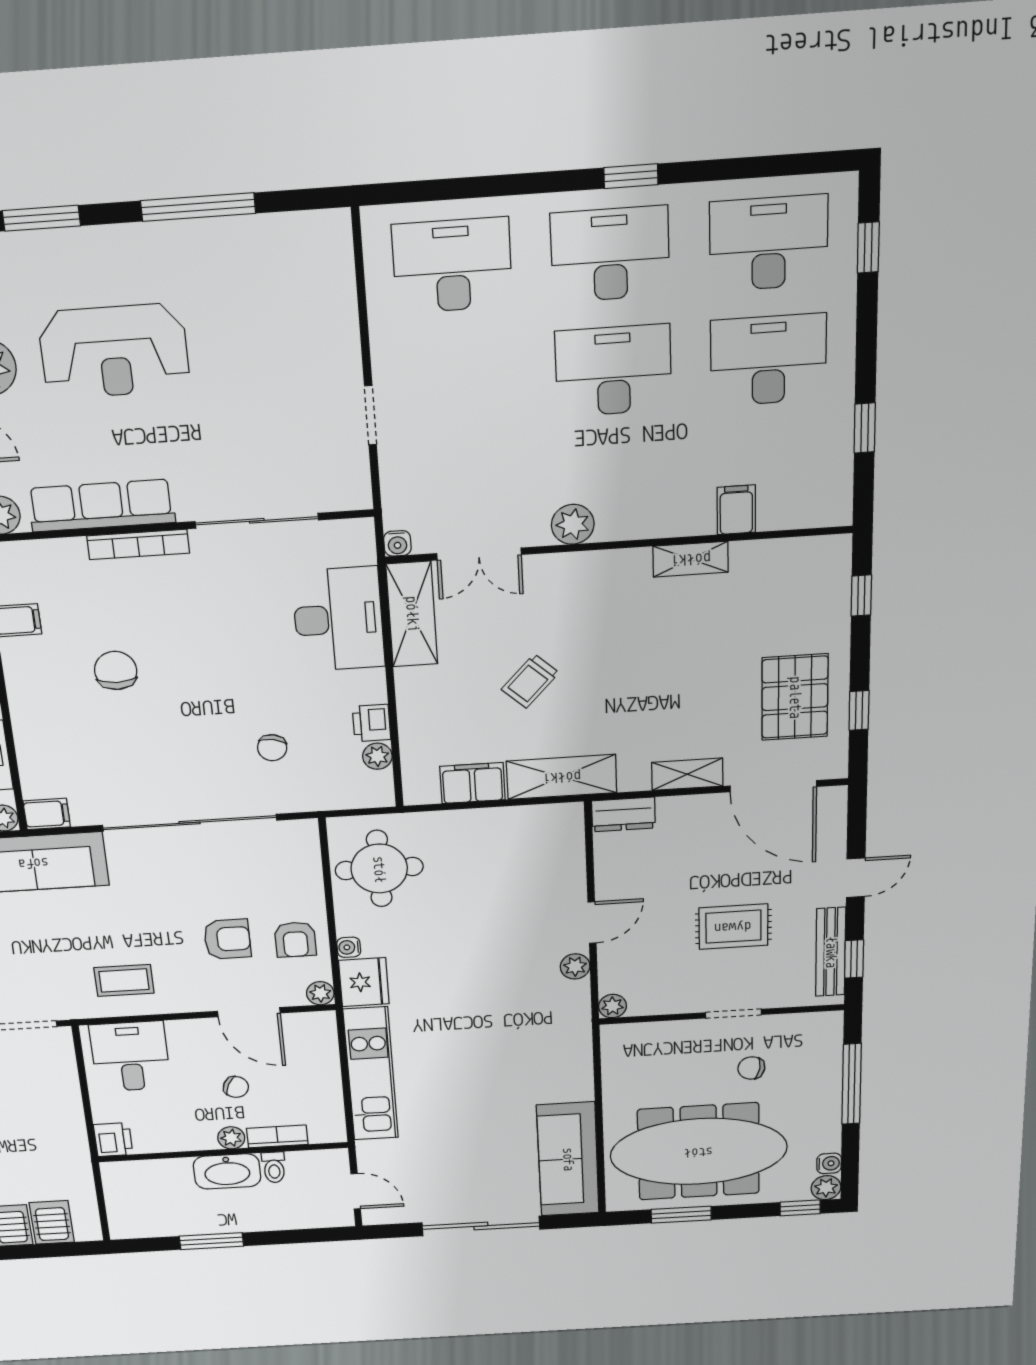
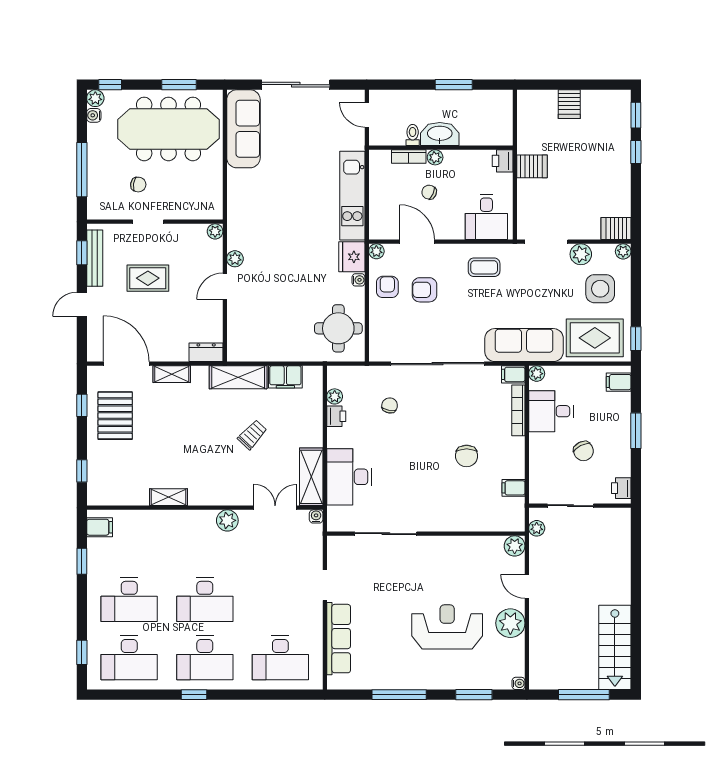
row of seats: (101, 506) -> (339, 639), moved, turned -90
filing cabinet: (736, 510) -> (100, 527), moved, turned -90
bookcase: (138, 544) -> (518, 410), moved, turned -90
server rack: (52, 1222) -> (532, 166), moved, turned -90

